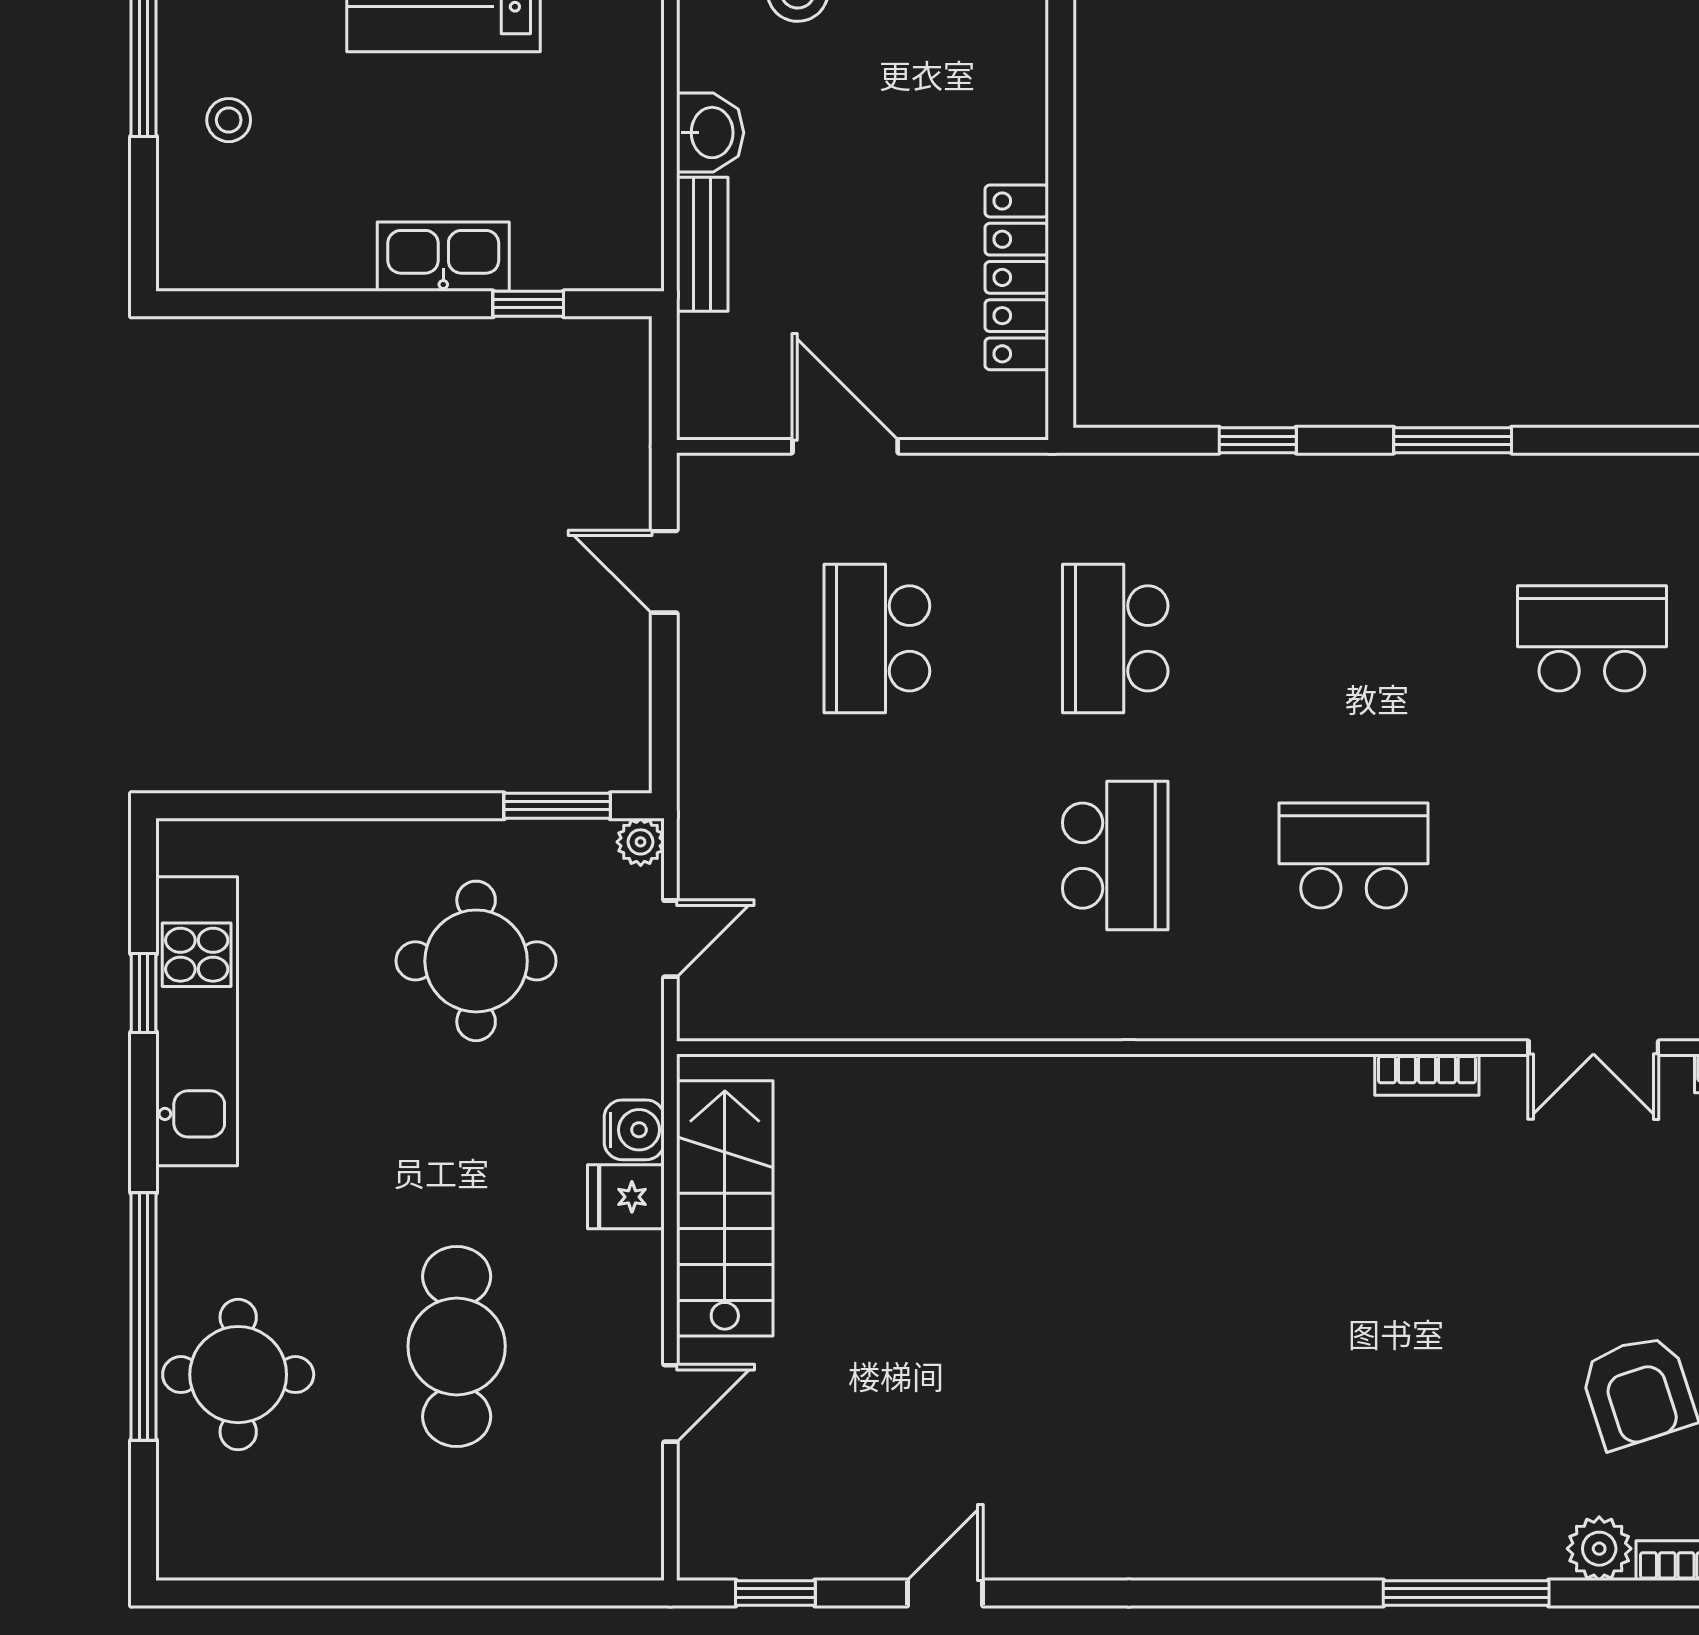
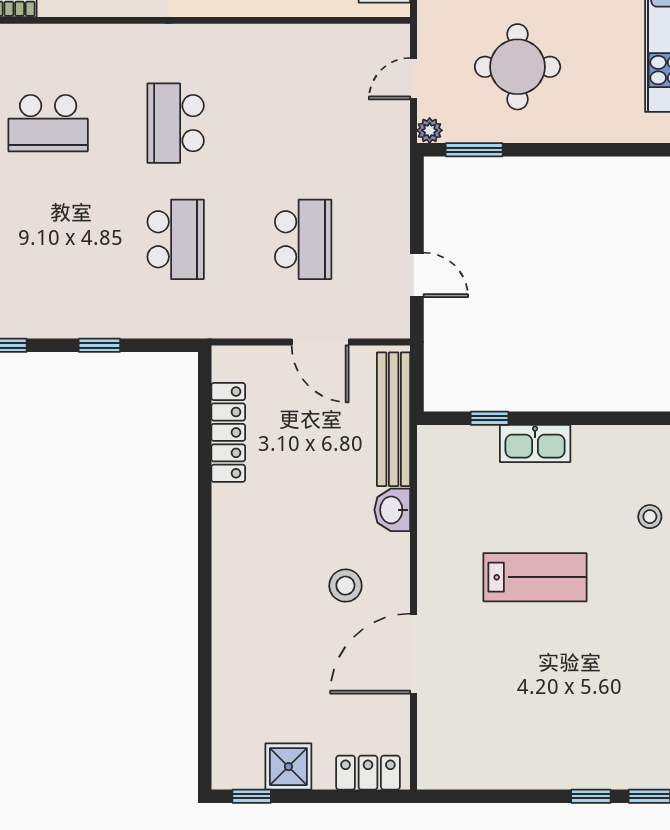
bench: (702, 244) -> (394, 419), width x1.86, depth x1.21

